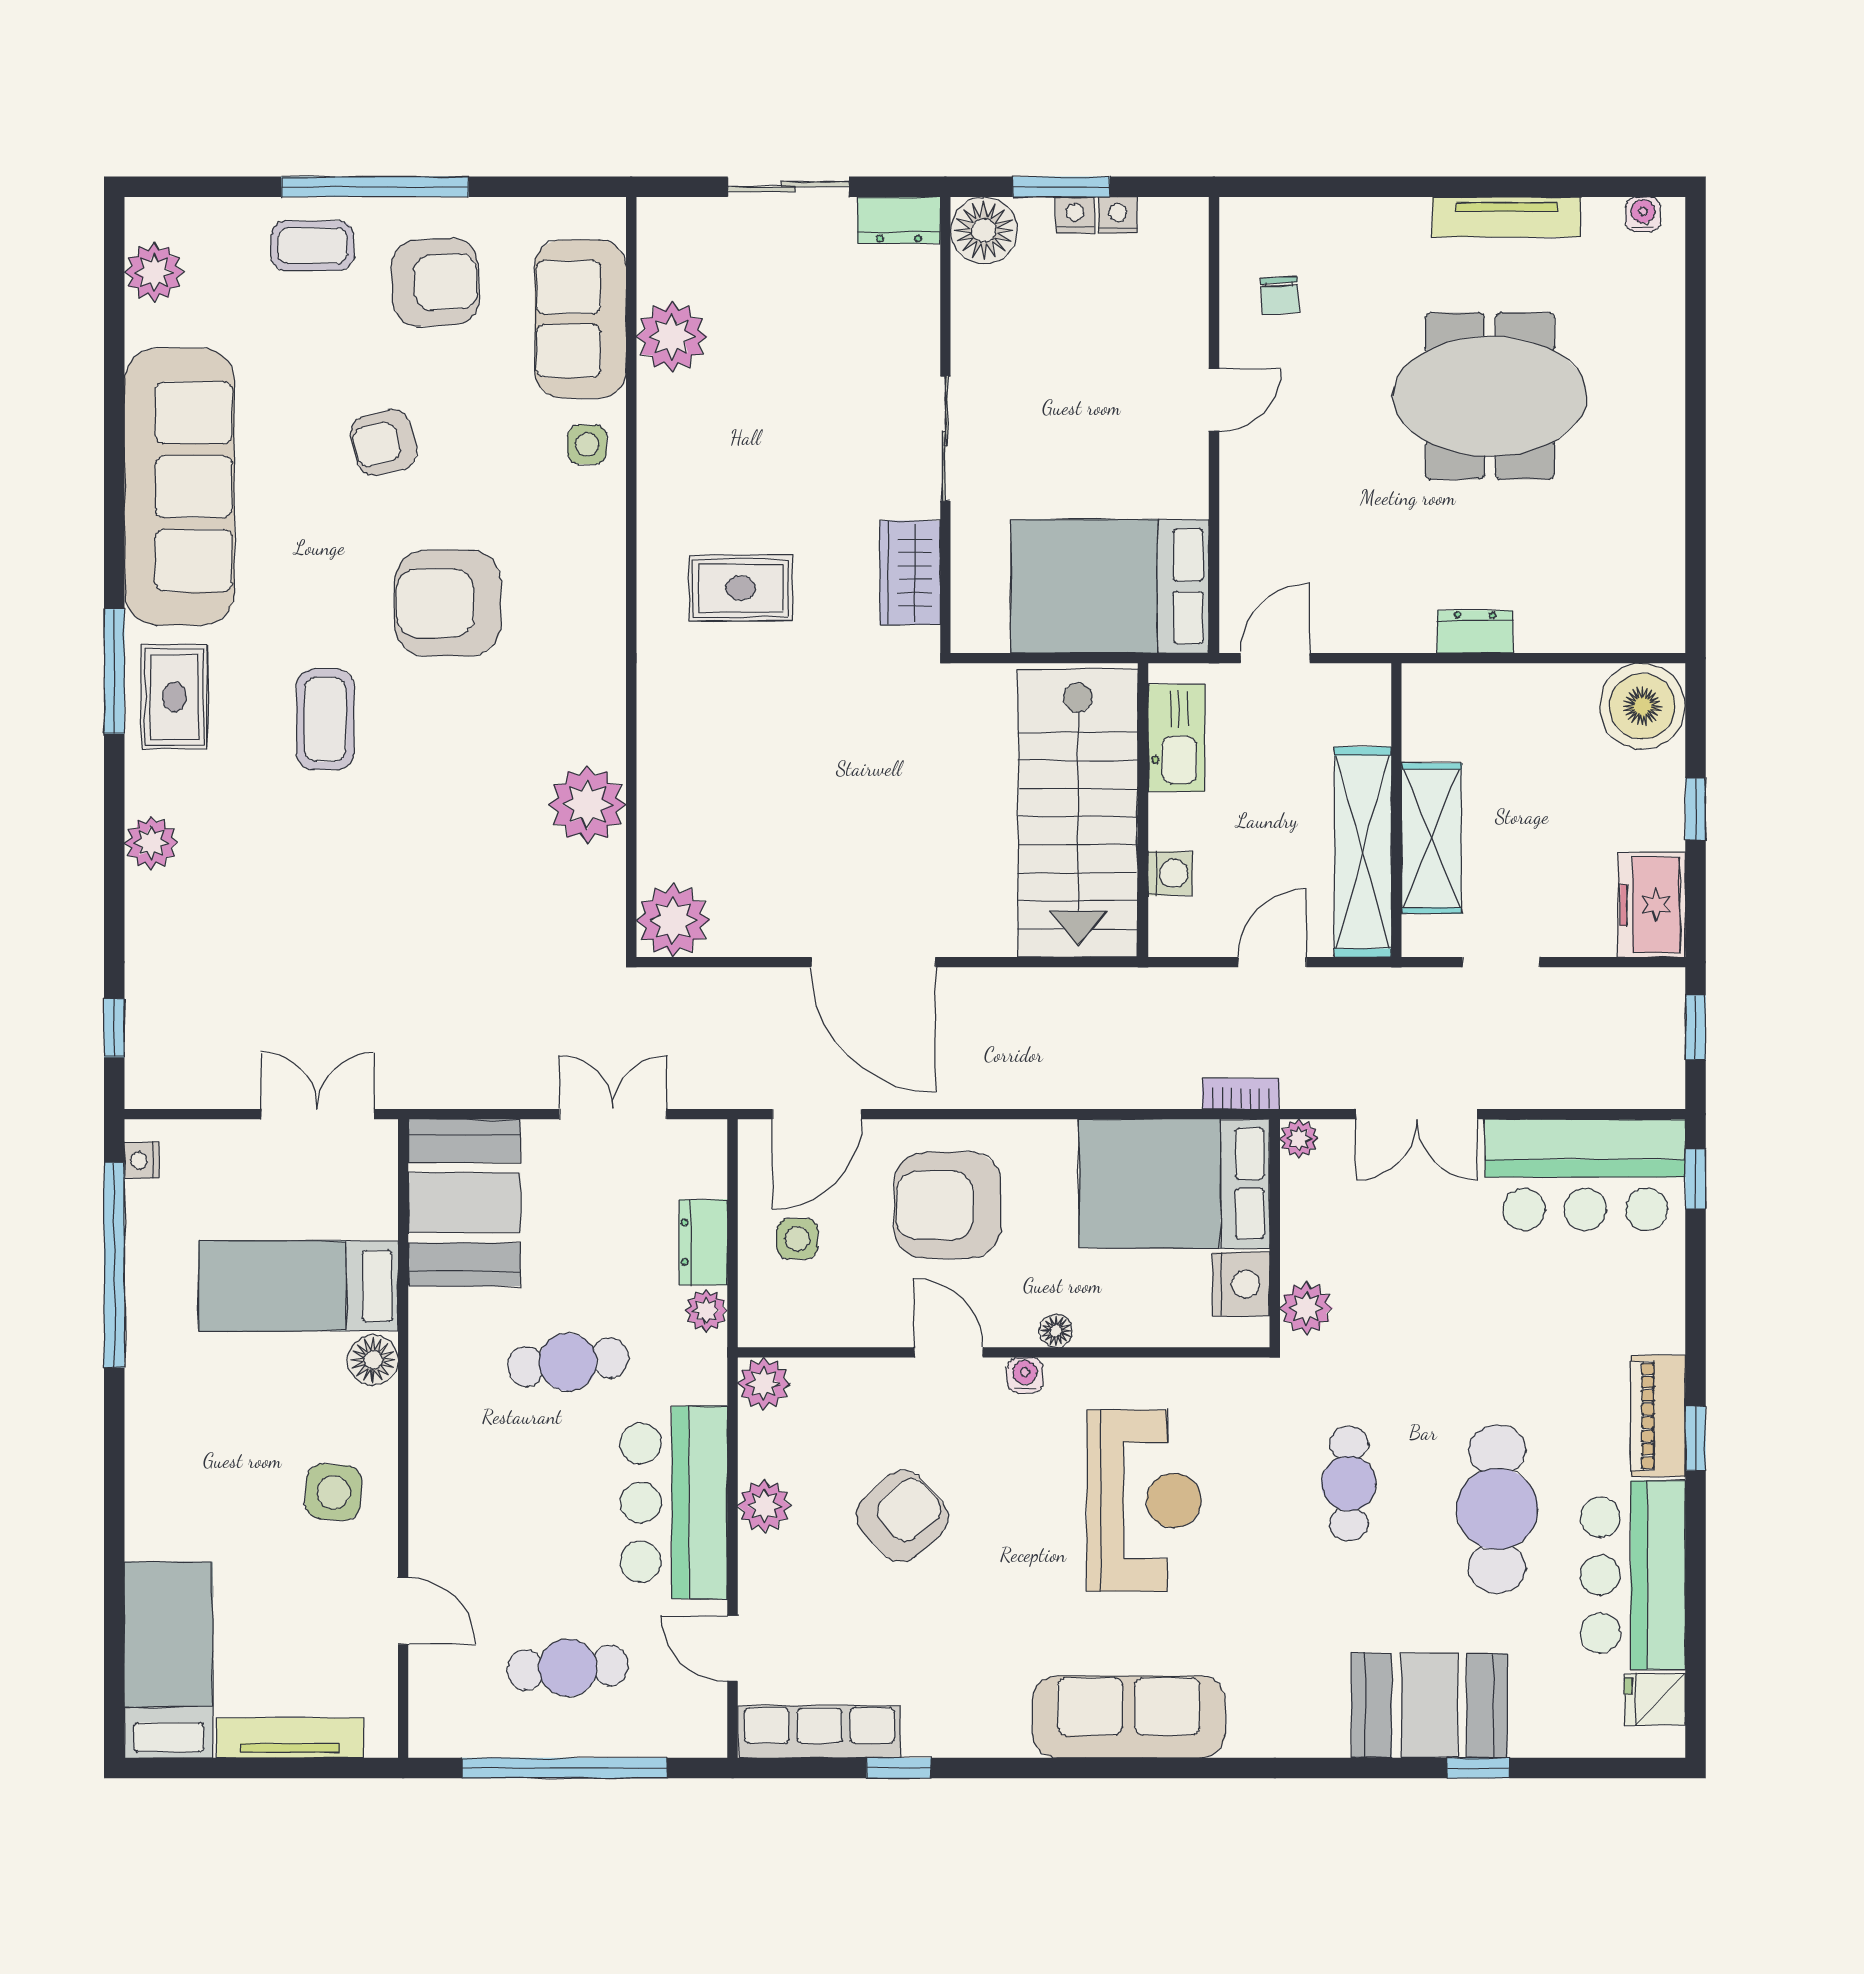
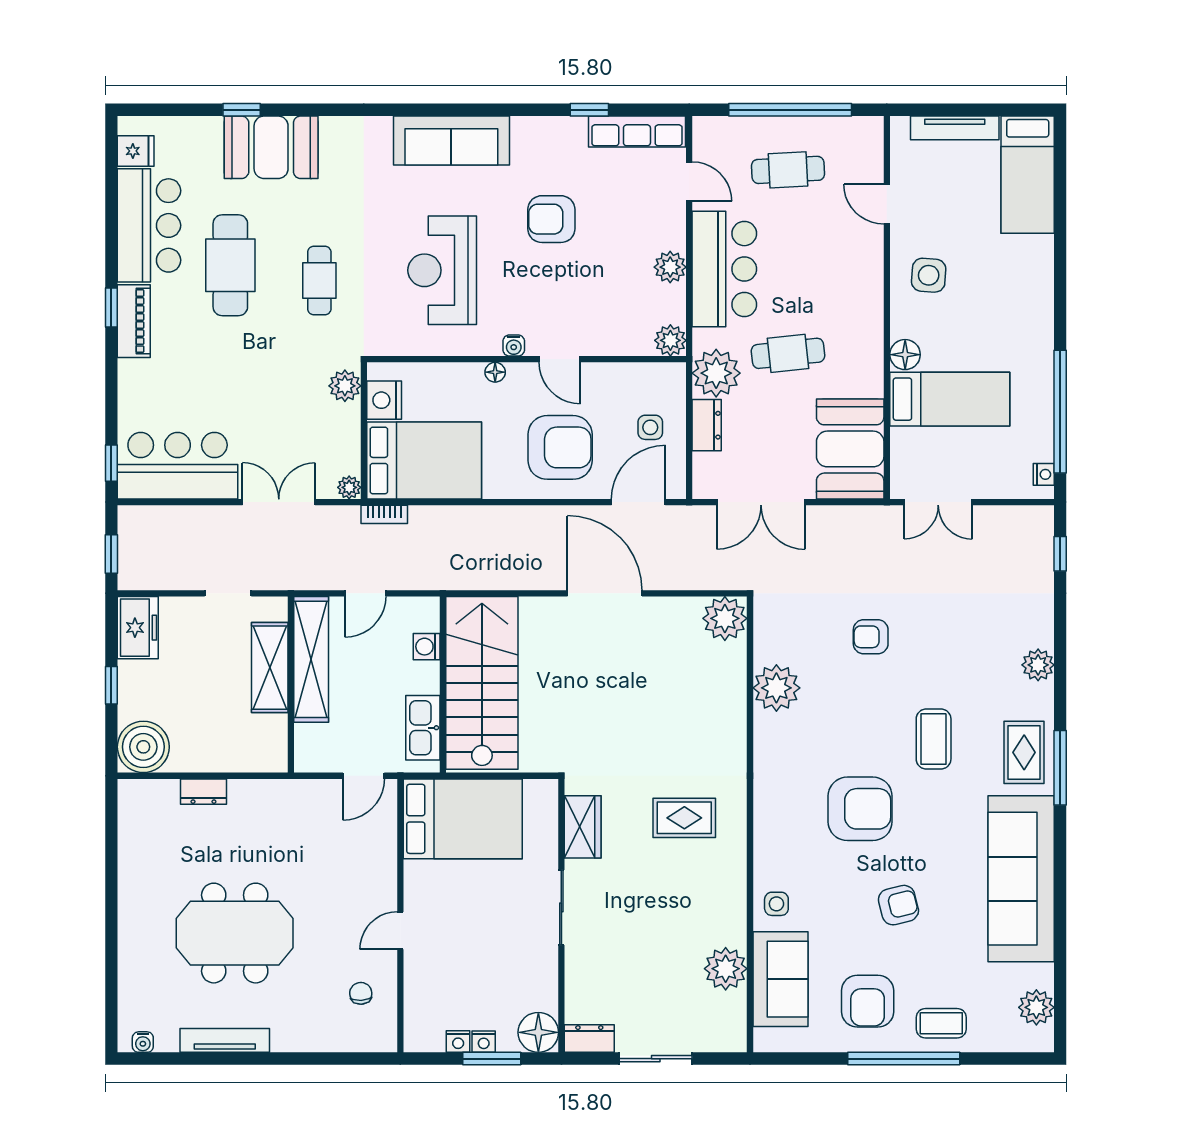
armchair: (435, 283) -> (868, 1001), turned -87
dresser: (1475, 632) -> (203, 792), moved
armchair: (430, 890) -> (871, 637), added
double door: (613, 1114) -> (761, 502), width x1.37
plant: (706, 1311) -> (716, 373), width x1.87, depth x1.87
armchair: (902, 1516) -> (551, 219), moved, turned 42

